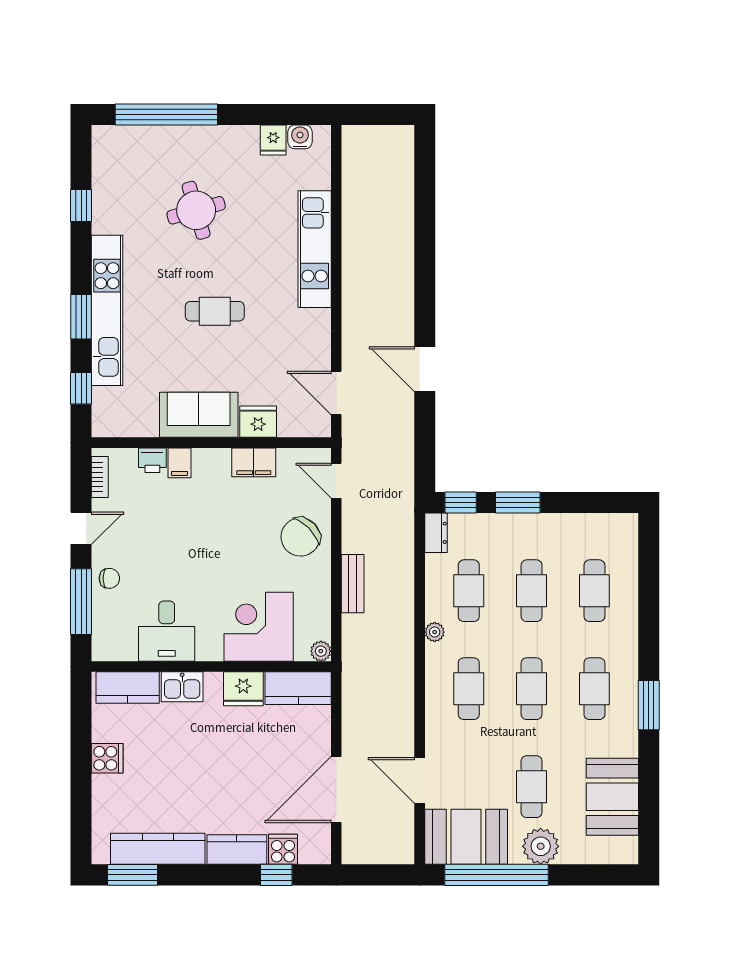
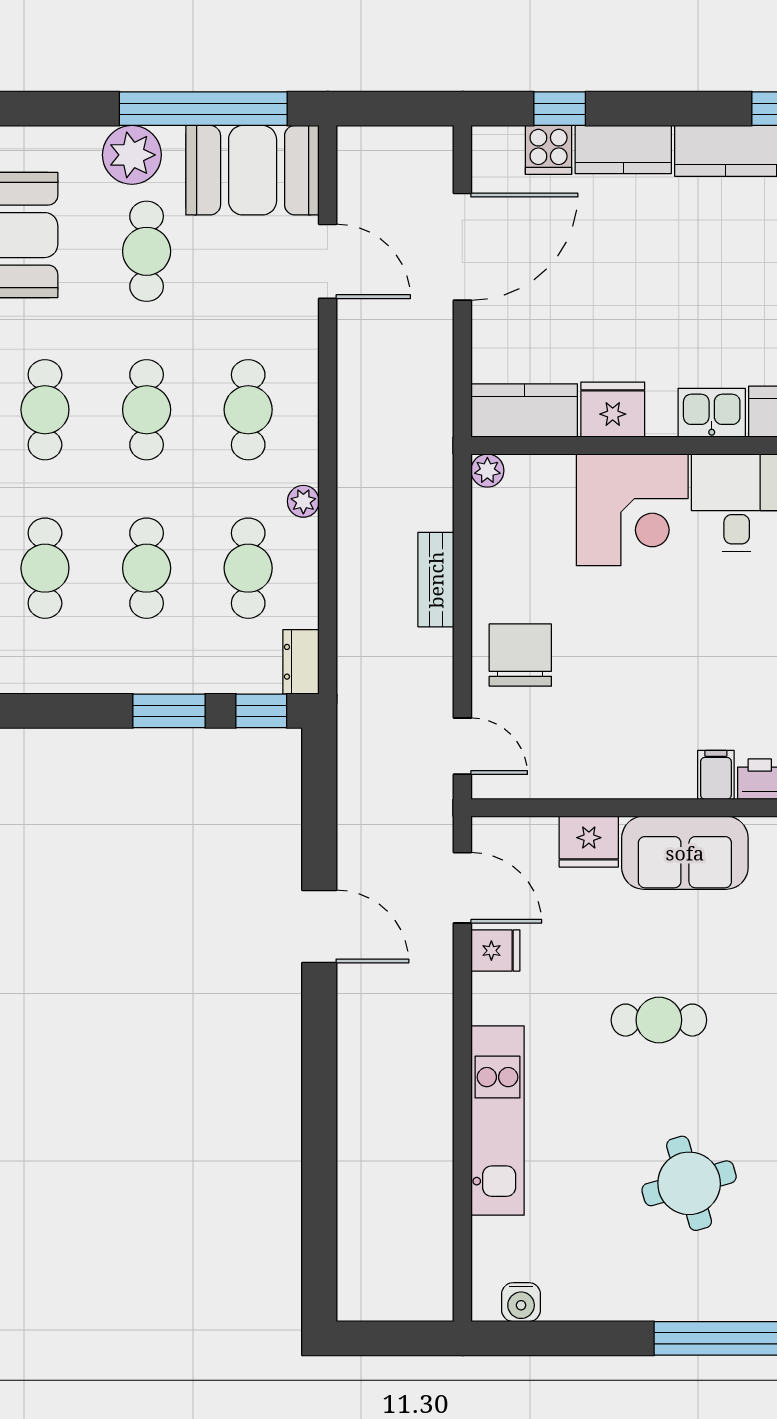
fridge: (273, 140) -> (495, 951), moved, turned 90
filing cabinet: (254, 462) -> (596, 776), removed
chair: (300, 537) -> (520, 655), turned -46
corner desk: (259, 627) -> (632, 510), moved

